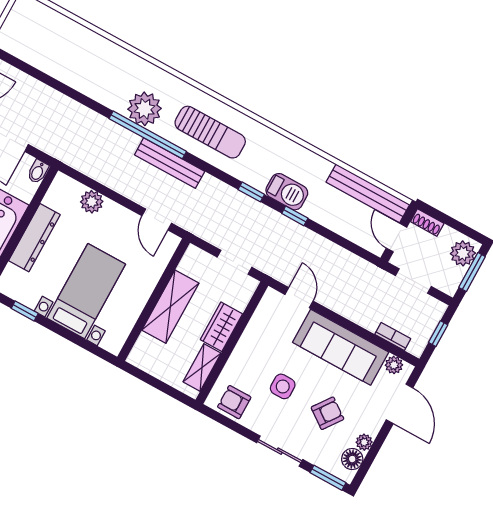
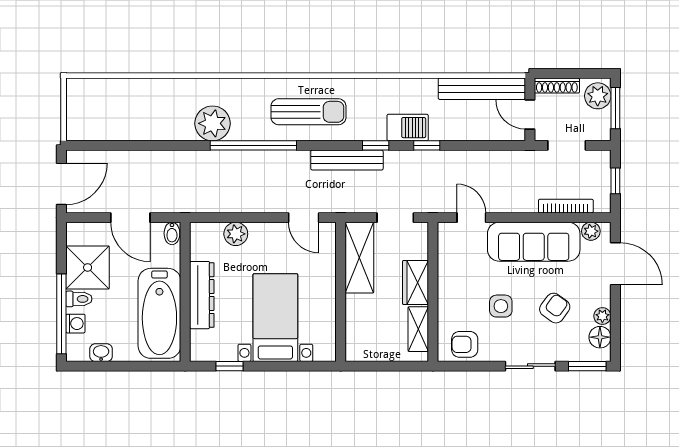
plant: (145, 109) -> (212, 123), moved
bench: (170, 163) -> (347, 160), moved
shoe rack: (427, 222) -> (557, 86), width x1.43
shelving: (170, 307) -> (359, 258), moved
bookcase: (393, 337) -> (566, 206), width x1.56

